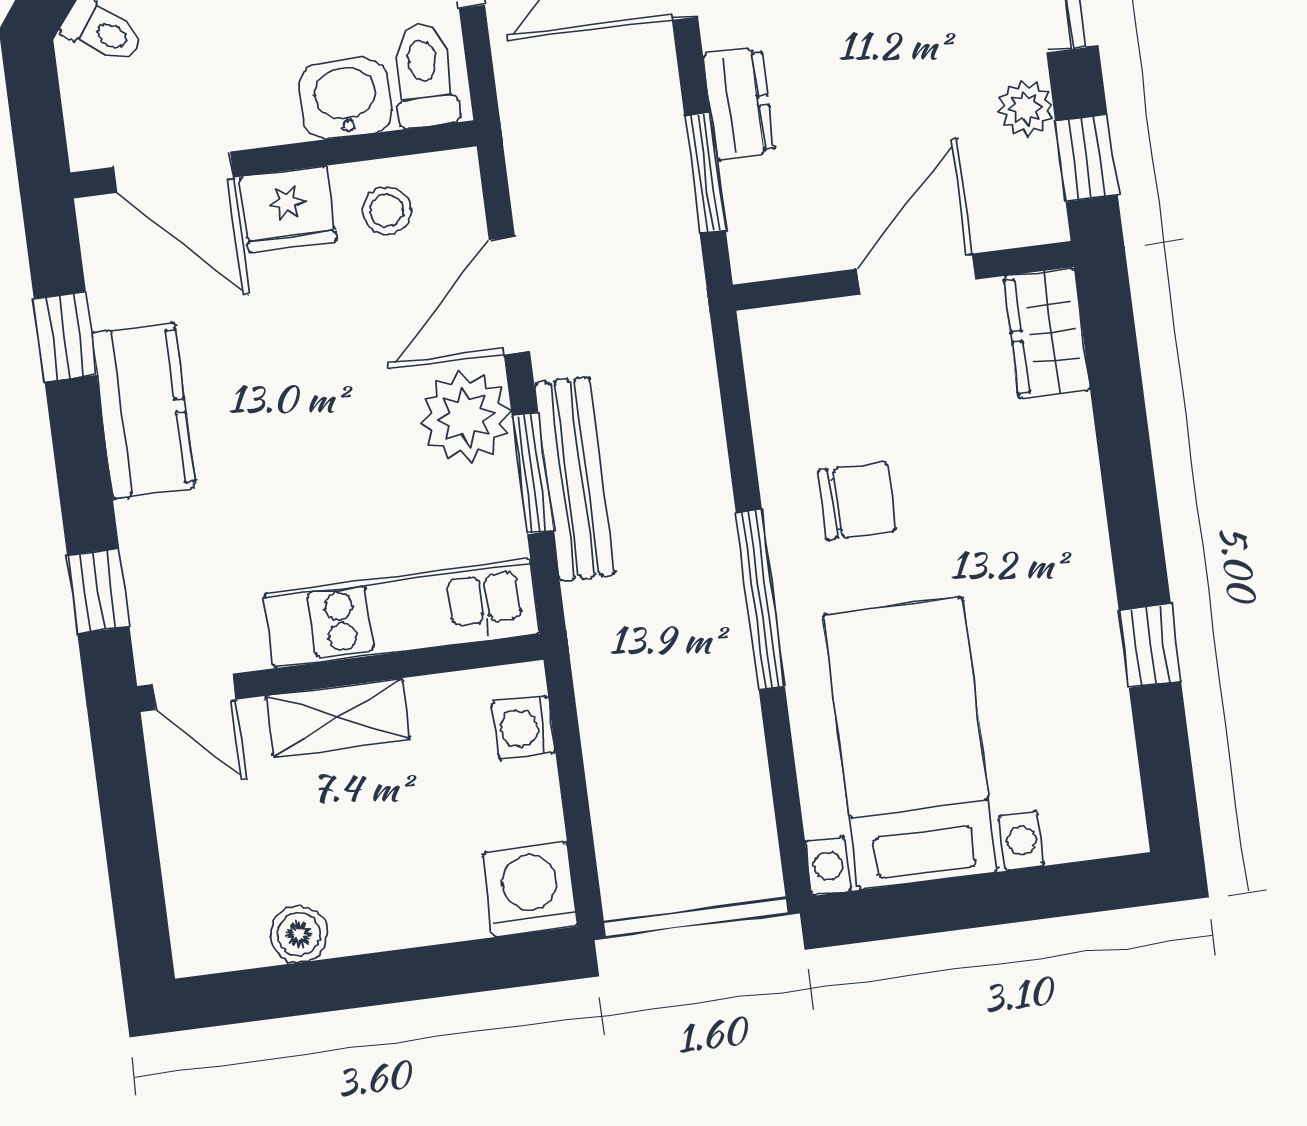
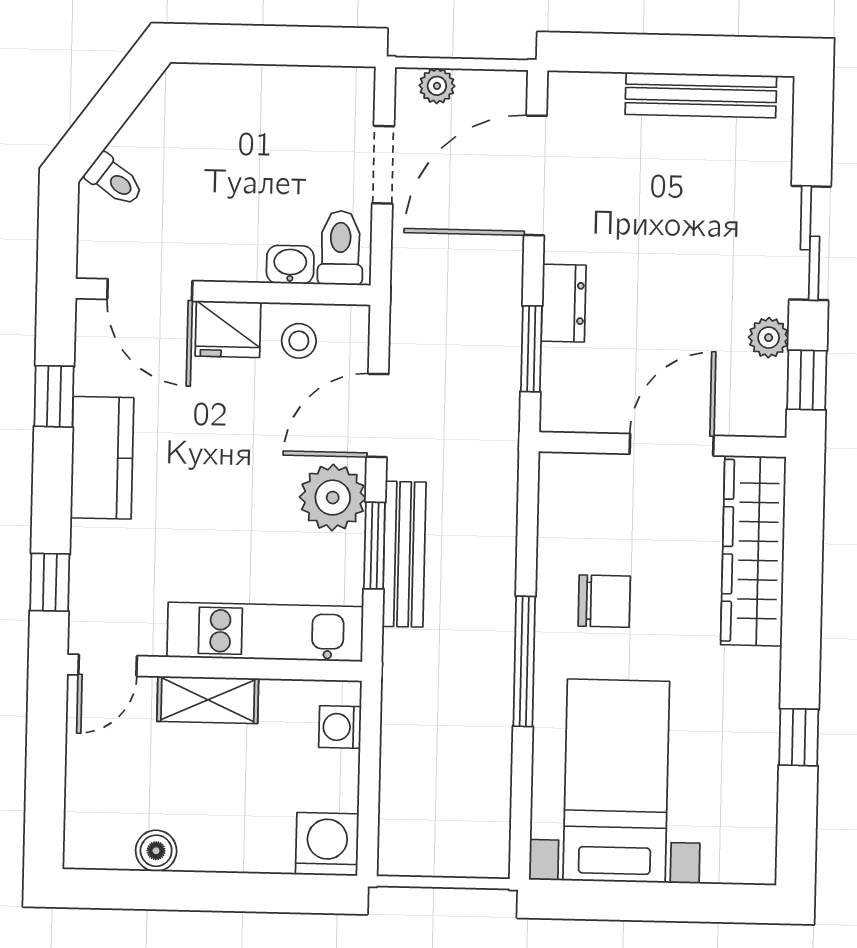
washbasin: (345, 98) -> (290, 265), width x0.72, depth x0.69
wardrobe: (1047, 333) -> (753, 551), width x2.10, depth x1.17
door: (194, 692) -> (108, 665), hinge flipped

